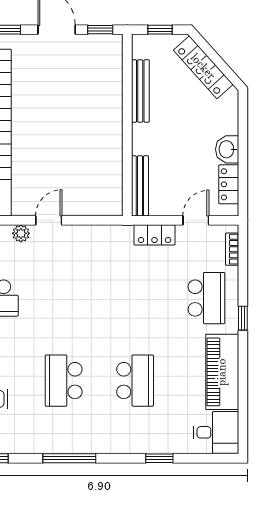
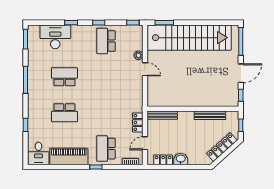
door: (196, 220) -> (145, 143), swing flipped
school desk: (206, 298) -> (106, 149), turned 90

